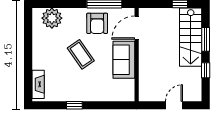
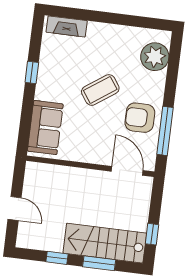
sofa: (124, 60) -> (45, 128), moved, turned 90

